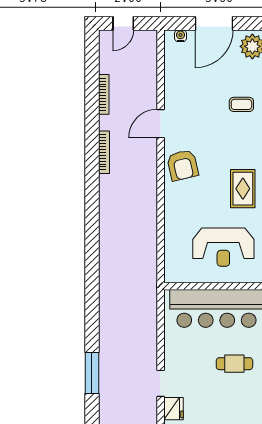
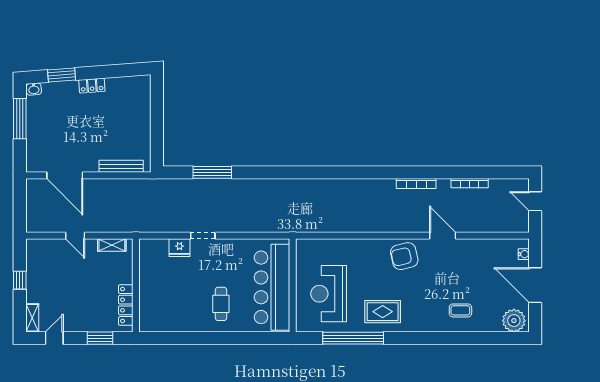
coffee table: (241, 104) -> (460, 310), turned 90

